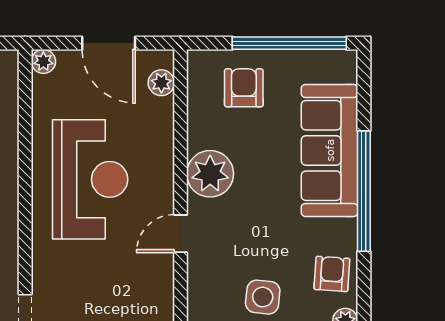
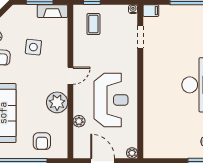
plant: (161, 83) -> (79, 121), moved
reception desk: (90, 179) -> (111, 100), turned 180

